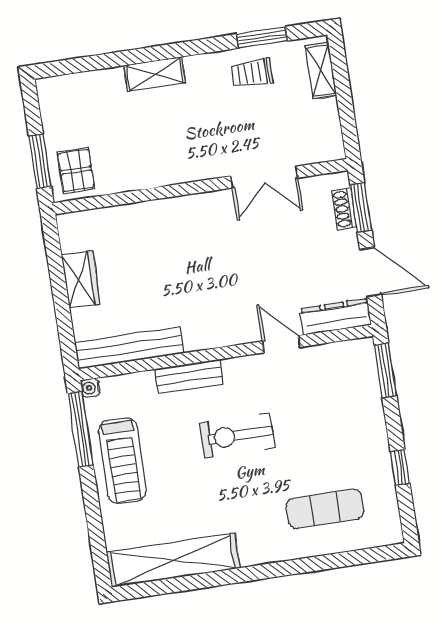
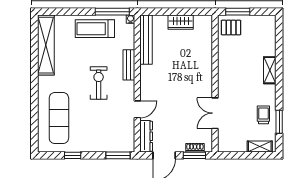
exercise mat: (325, 509) -> (59, 118), width x1.36, depth x1.45

